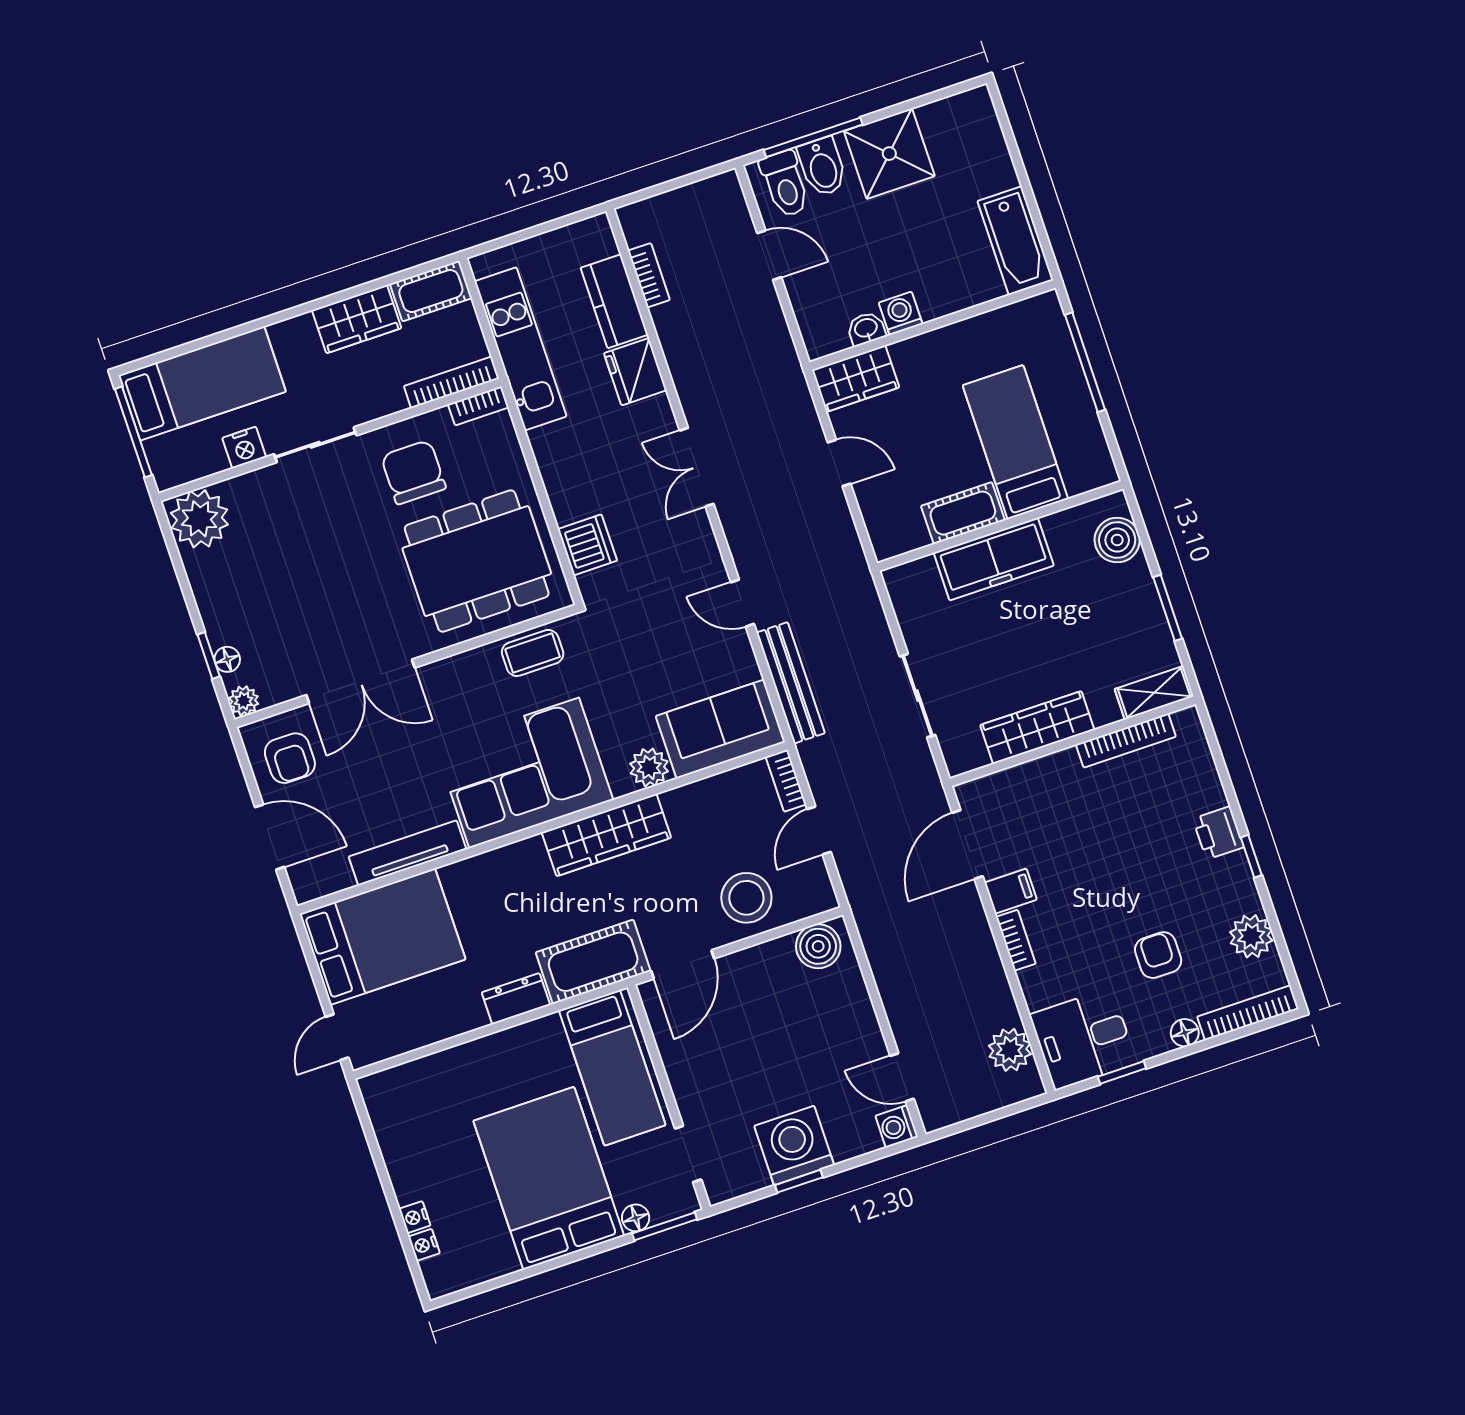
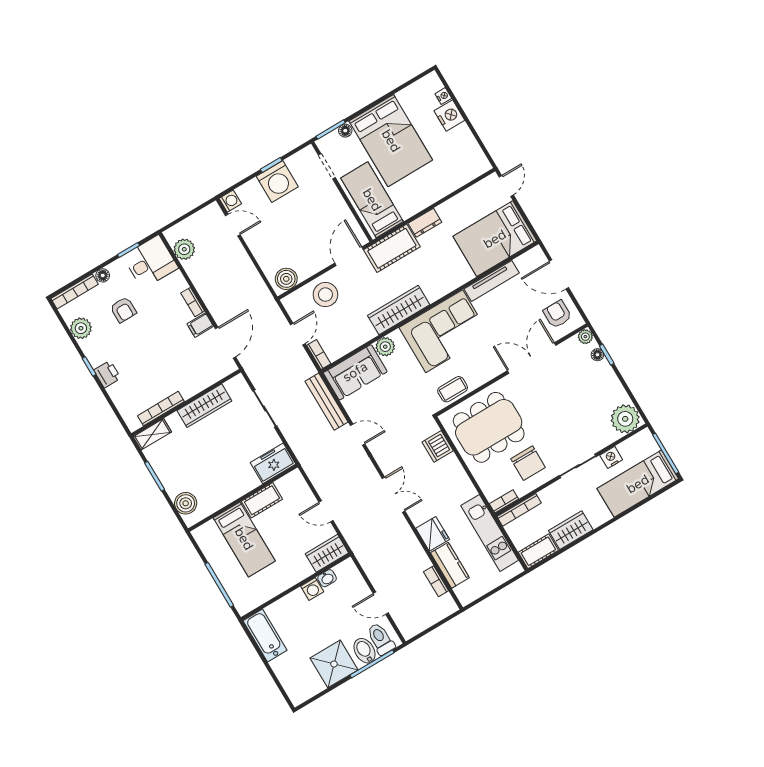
freezer: (994, 559) -> (273, 463), moved, width x0.71
nightstand: (415, 1217) -> (449, 116), width x1.89, depth x1.79

